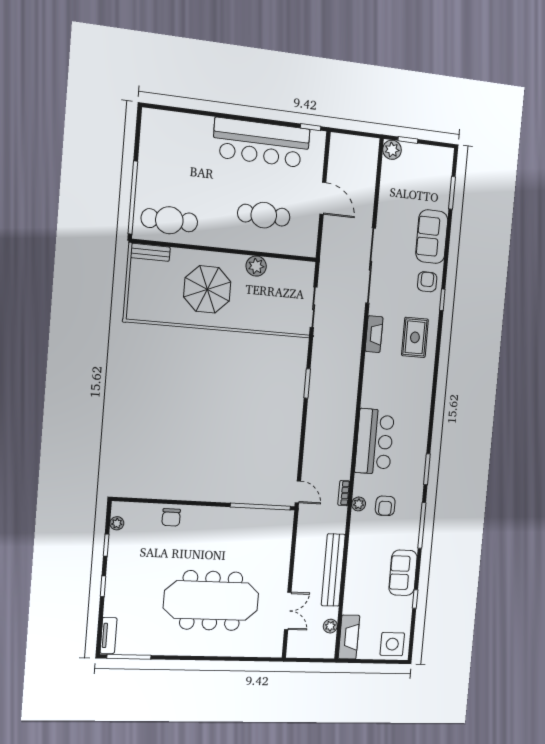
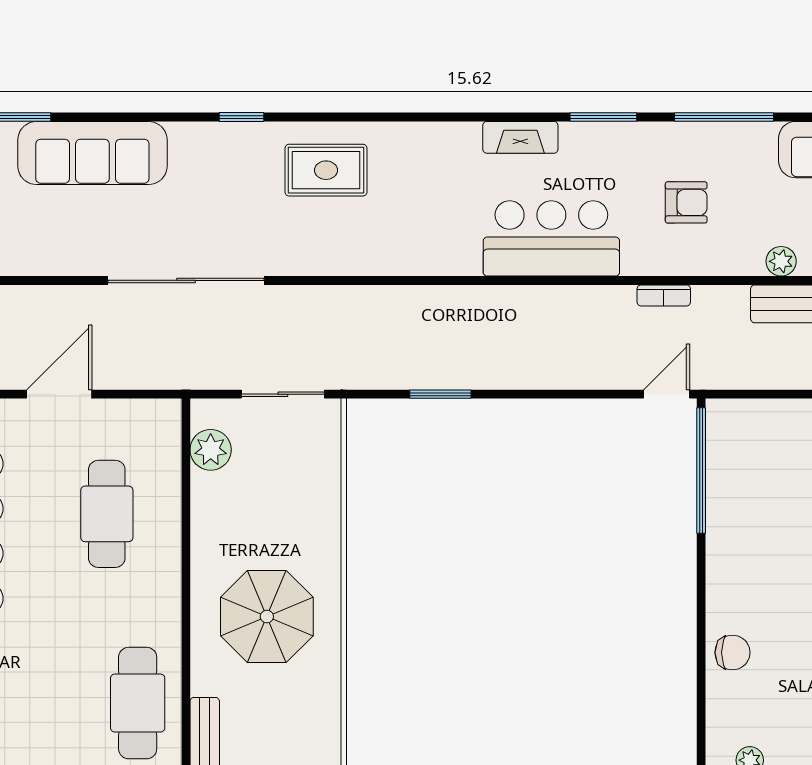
sofa: (432, 237) -> (92, 153), width x1.36
plant: (256, 266) -> (211, 450), moved
armchair: (427, 282) -> (207, 154), removed
fireplace: (374, 334) -> (520, 137), moved, turned 180
plant: (359, 504) -> (781, 261), moved

